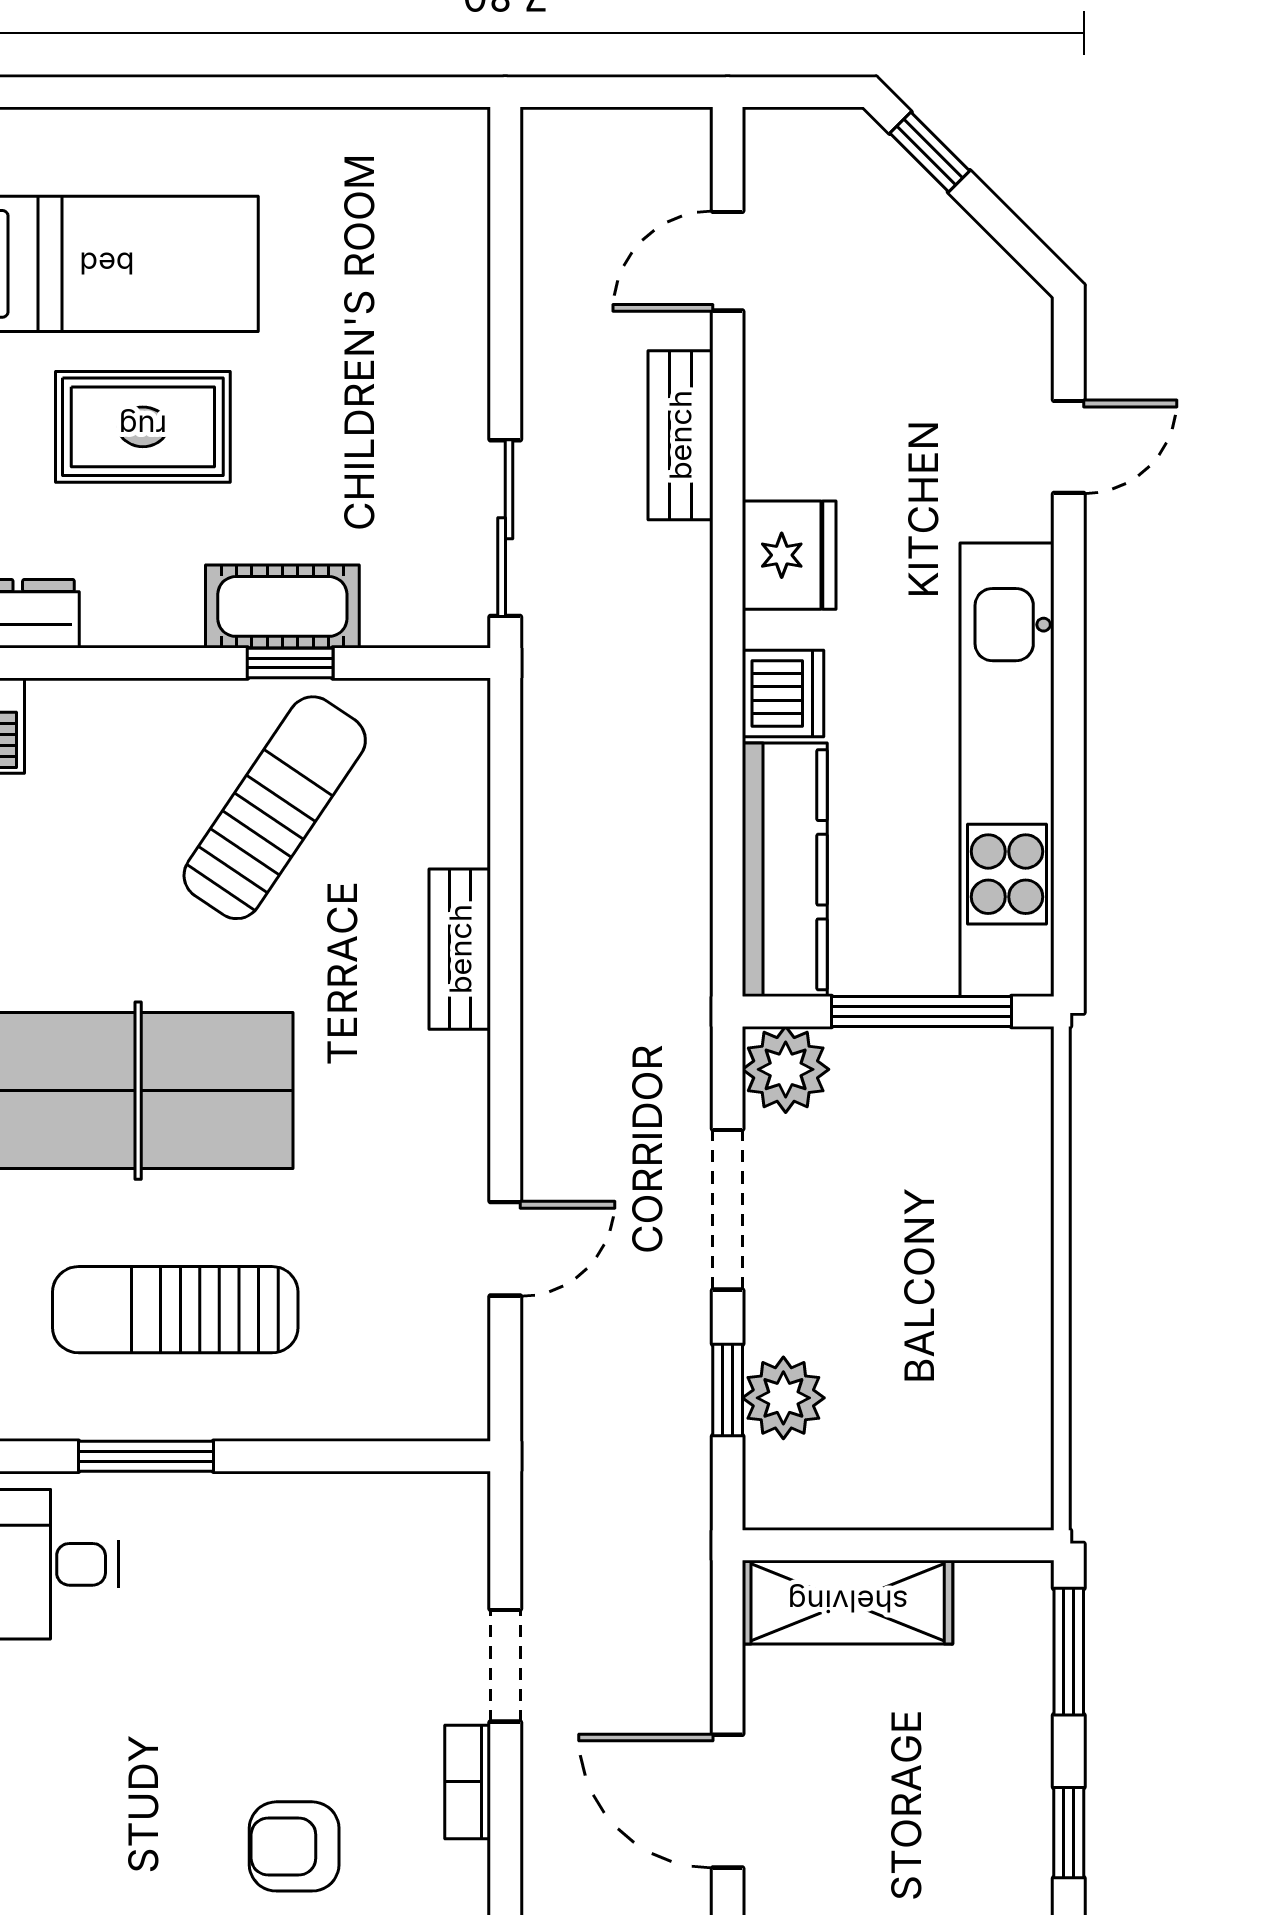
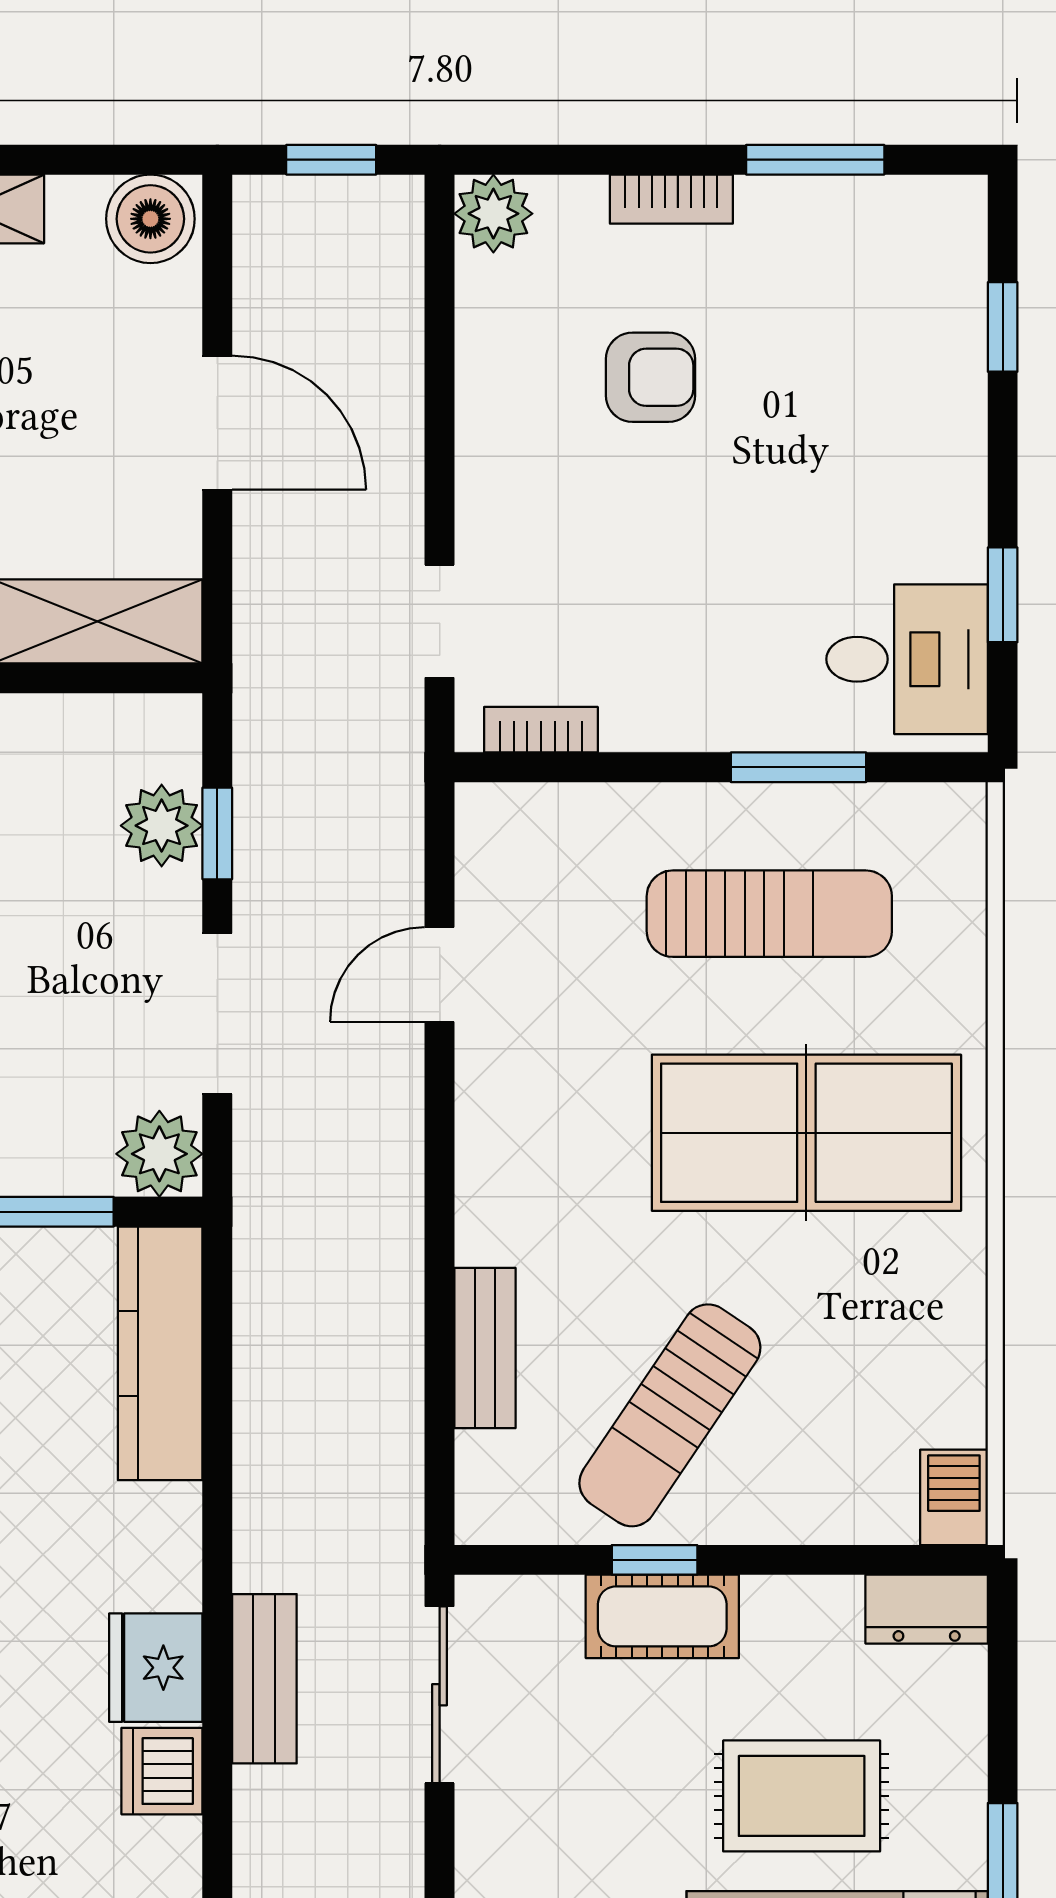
bench: (680, 435) -> (264, 1679), moved
dishwasher: (783, 694) -> (162, 1771), moved
bench: (460, 949) -> (485, 1348), moved
doorway: (505, 1666) -> (440, 621), moved
bookcase: (468, 1782) -> (541, 730), moved, turned -90

